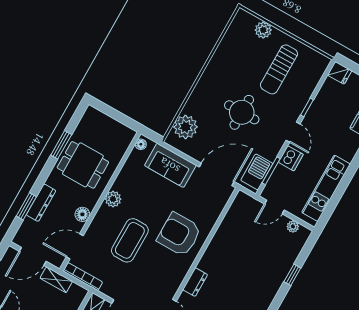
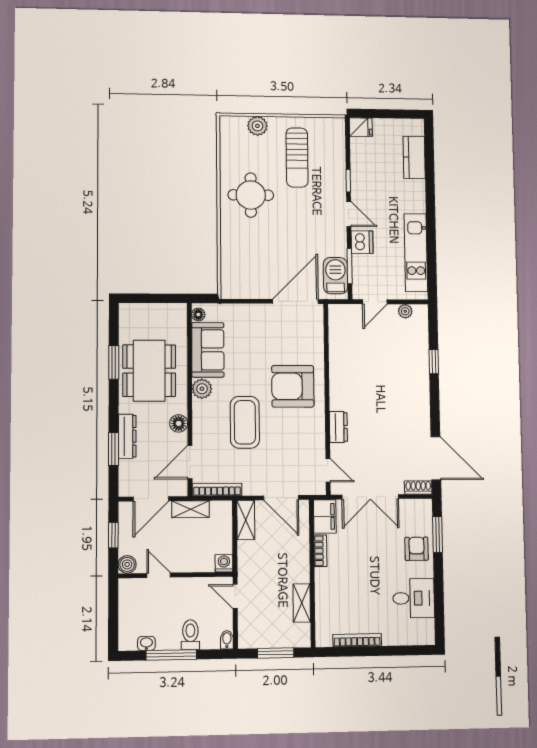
round table: (242, 112) -> (251, 195), moved
plant: (185, 127) -> (235, 270), removed
dining table: (83, 165) -> (149, 371), width x1.38
sofa: (170, 165) -> (208, 350), moved, turned -90

